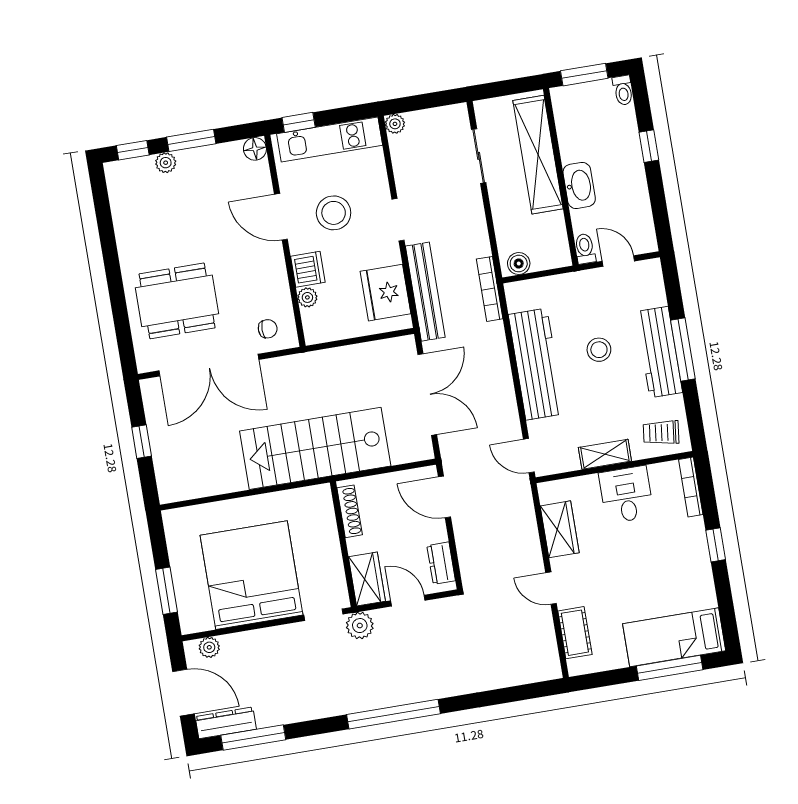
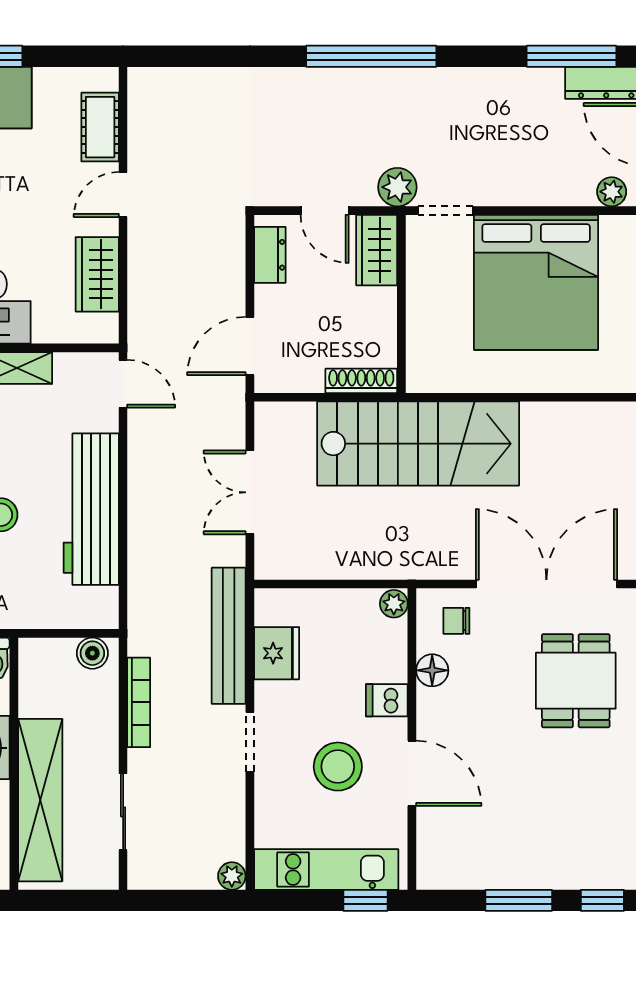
floor lamp: (255, 149) -> (432, 670), moved
plant: (166, 163) -> (559, 875), removed
dishwasher: (308, 269) -> (387, 700), width x0.73
bookcase: (490, 289) -> (139, 702), moved
fridge: (385, 293) -> (277, 653), width x0.73, depth x0.75
plant: (307, 297) -> (394, 604), moved
dining table: (177, 301) -> (576, 681), width x0.73
double door: (427, 395) -> (250, 492), width x0.73
door: (444, 497) -> (250, 346), swing flipped
shoe rack: (350, 511) -> (361, 381), moved, turned 90
door: (551, 588) -> (123, 194), swing flipped

